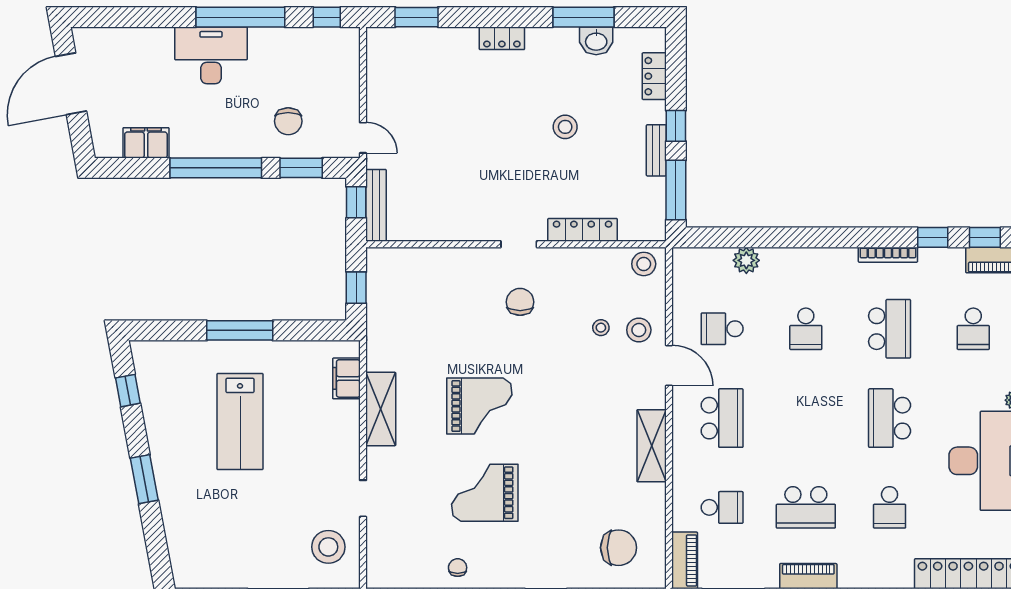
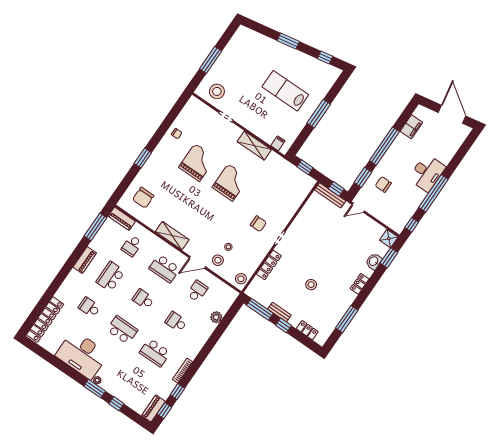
washbasin: (596, 41) -> (374, 261), moved
shower: (381, 42) -> (389, 239), added
school desk: (973, 329) -> (143, 299), moved
filing cabinet: (346, 378) -> (278, 143), width x0.50
grand piano: (479, 406) -> (230, 182), turned 180

